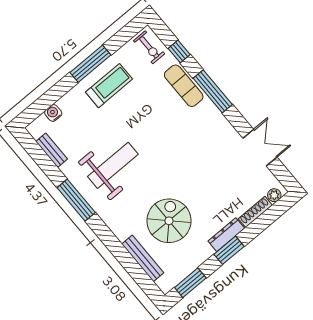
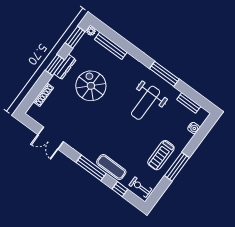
plant: (274, 195) -> (91, 31), moved
spiral stairs: (169, 221) -> (91, 86), moved, turned 180
dresser: (226, 235) -> (65, 67), moved

